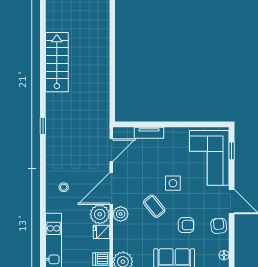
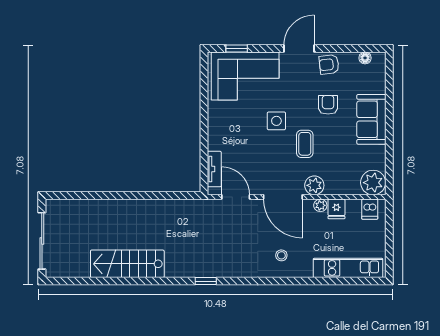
tv unit: (149, 133) -> (214, 169), moved
coffee table: (154, 206) -> (305, 144), turned -51
plant: (100, 214) -> (320, 205), width x0.53, depth x0.53

